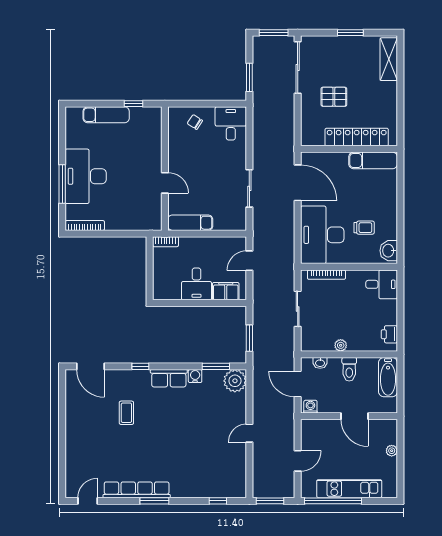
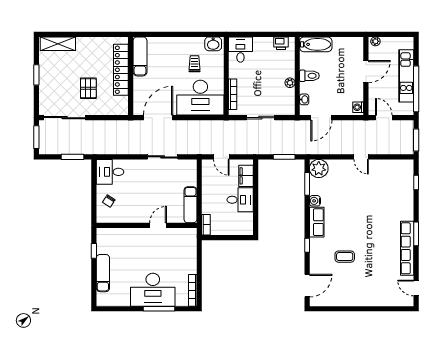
washing machine: (310, 407) -> (358, 107), moved
wall: (349, 416) -> (366, 76), moved
door: (354, 416) -> (366, 72), moved

